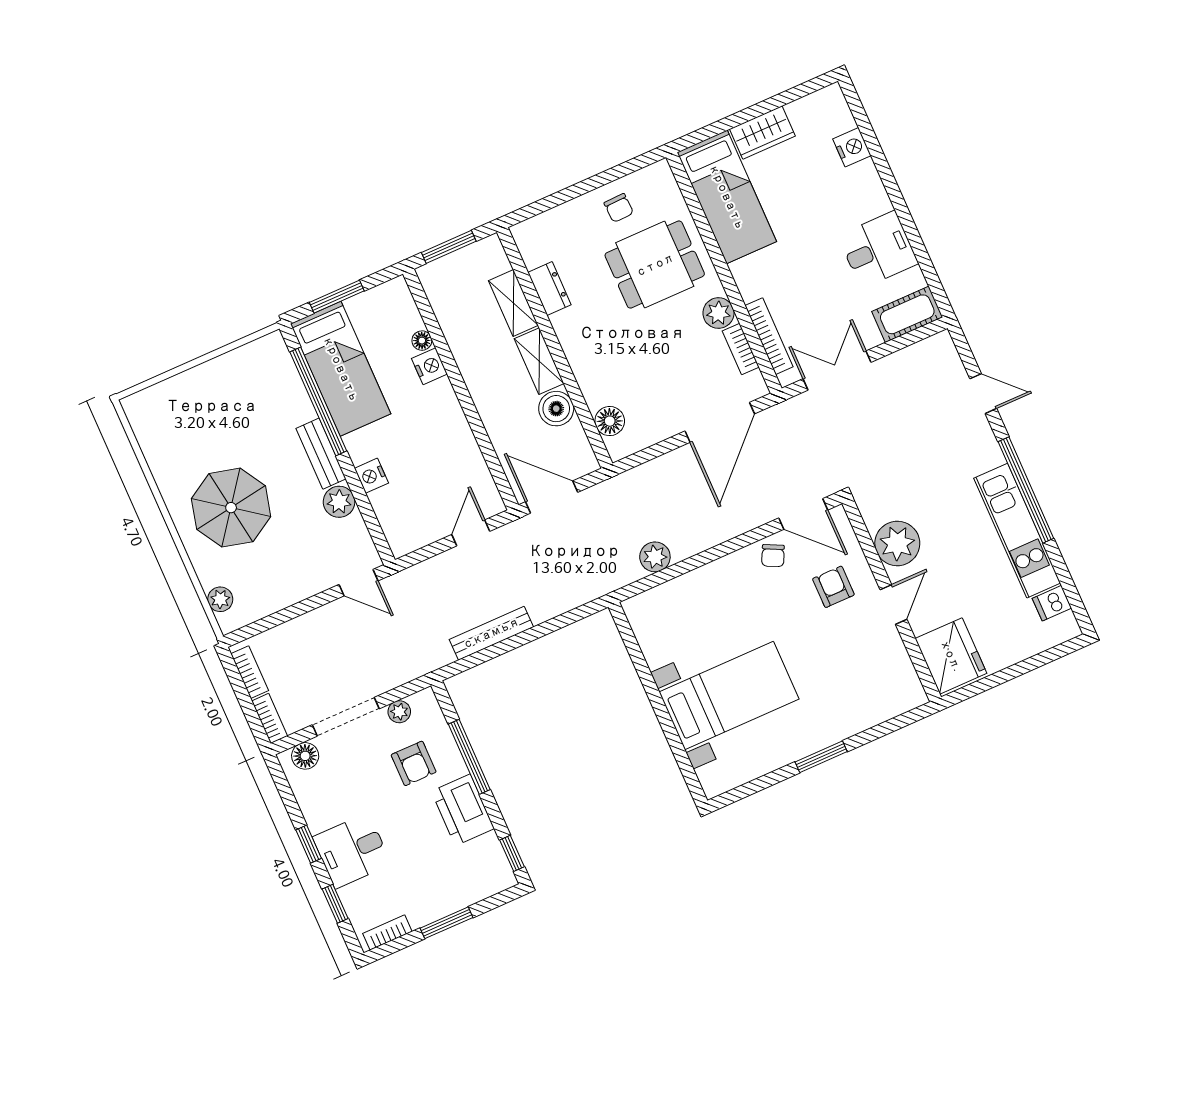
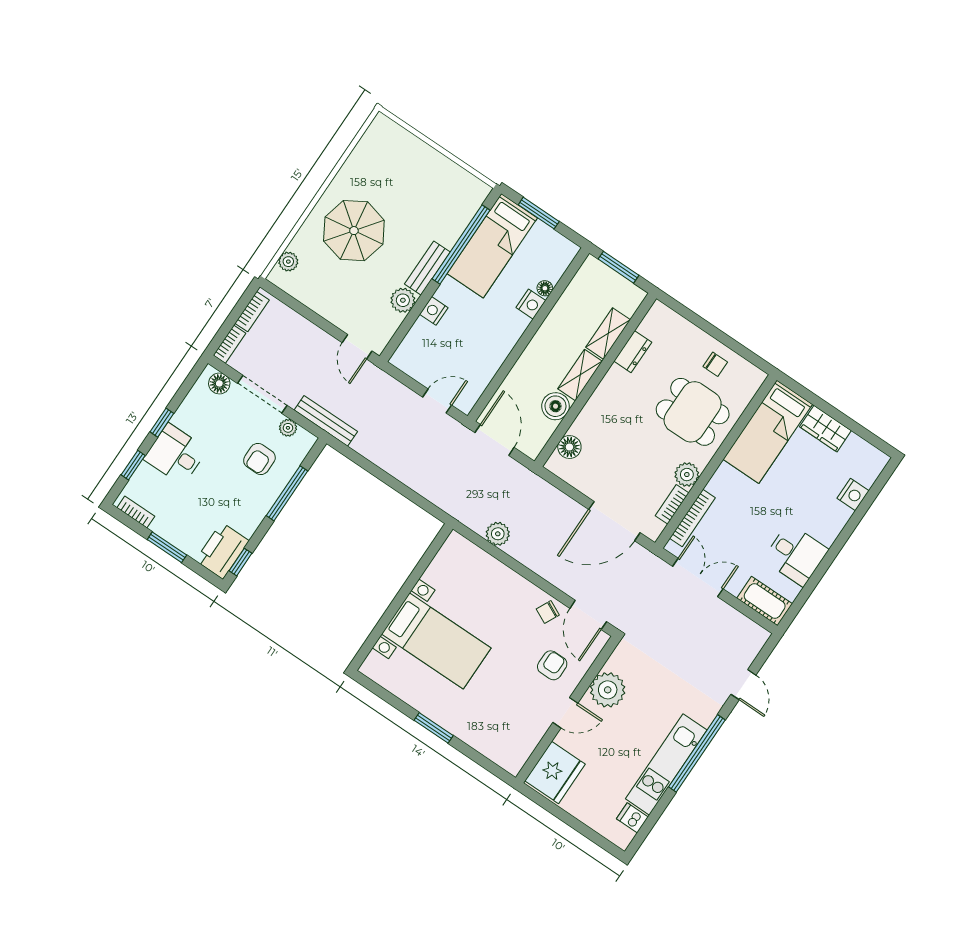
chair: (619, 208) -> (715, 364), turned -88
bench: (491, 633) -> (326, 421), moved
printer: (463, 810) -> (222, 551), moved

